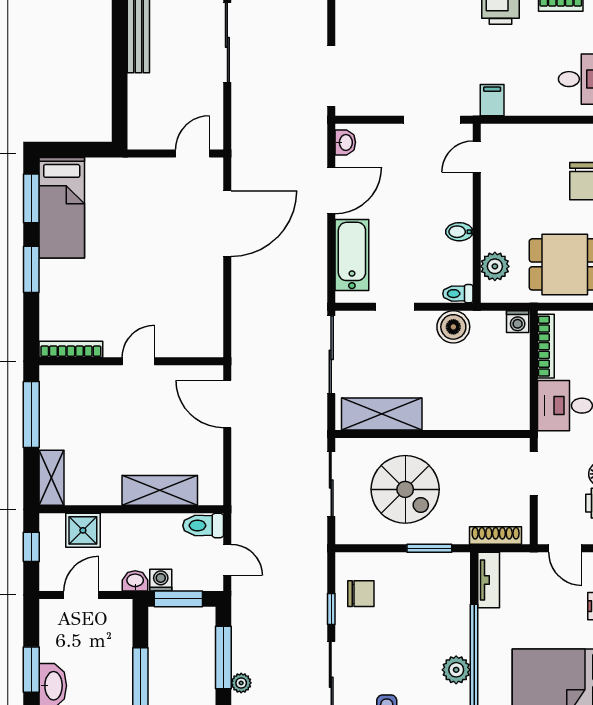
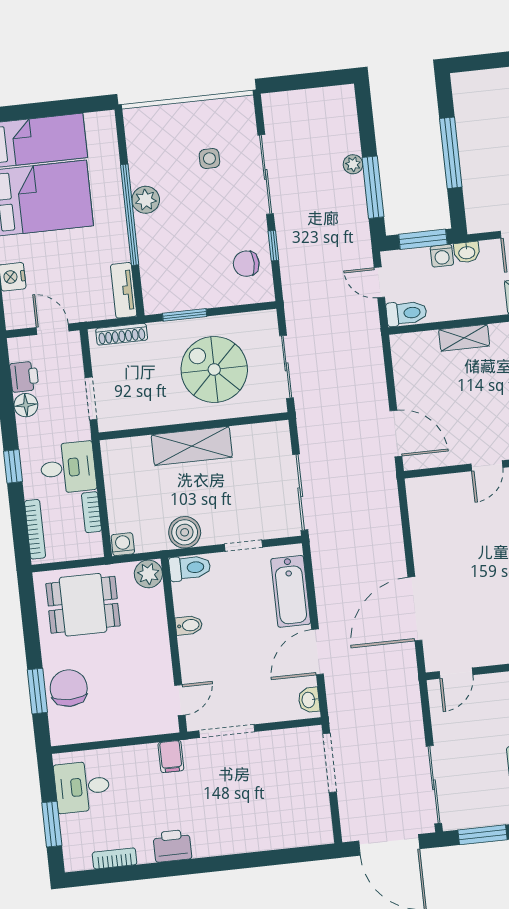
plant: (495, 266) -> (148, 574), moved
toilet: (458, 294) -> (190, 568), width x1.37, depth x1.39
bookcase: (546, 346) -> (91, 512), width x0.64
shelving: (382, 414) -> (192, 446), moved
shelving: (160, 490) -> (464, 338), width x0.67, depth x0.75

